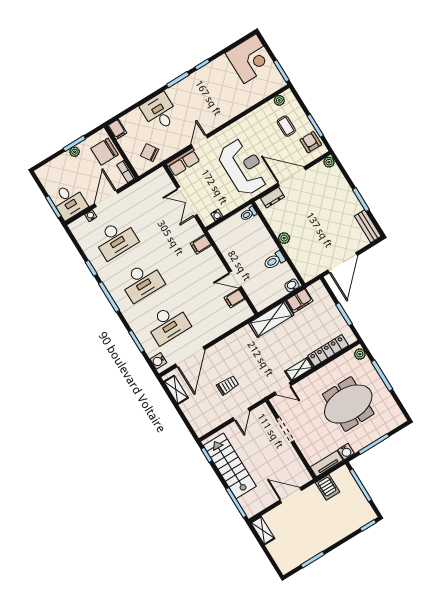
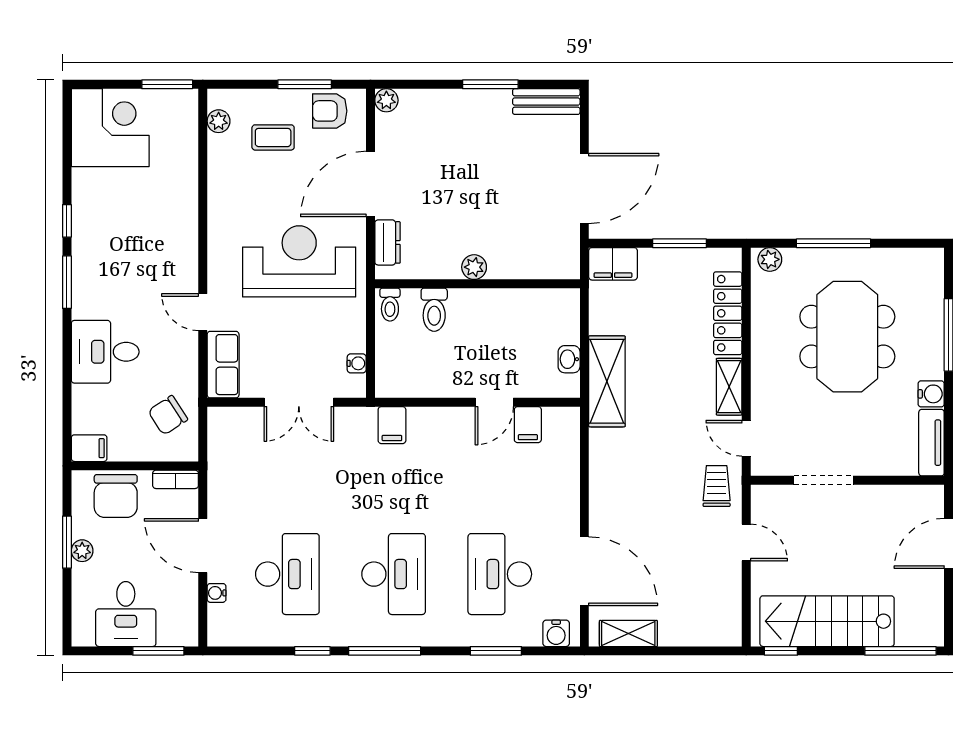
desk: (69, 201) -> (126, 614), moved, turned 90
toilet: (274, 260) -> (434, 310), moved
door: (343, 263) -> (584, 188), hinge flipped
washbasin: (292, 286) -> (569, 359), moved
filing cabinet: (299, 301) -> (613, 264), moved, turned 90
desk: (168, 324) -> (500, 574), turned 180
trolley: (228, 385) -> (717, 486), moved
door: (283, 389) -> (746, 438), swing flipped

